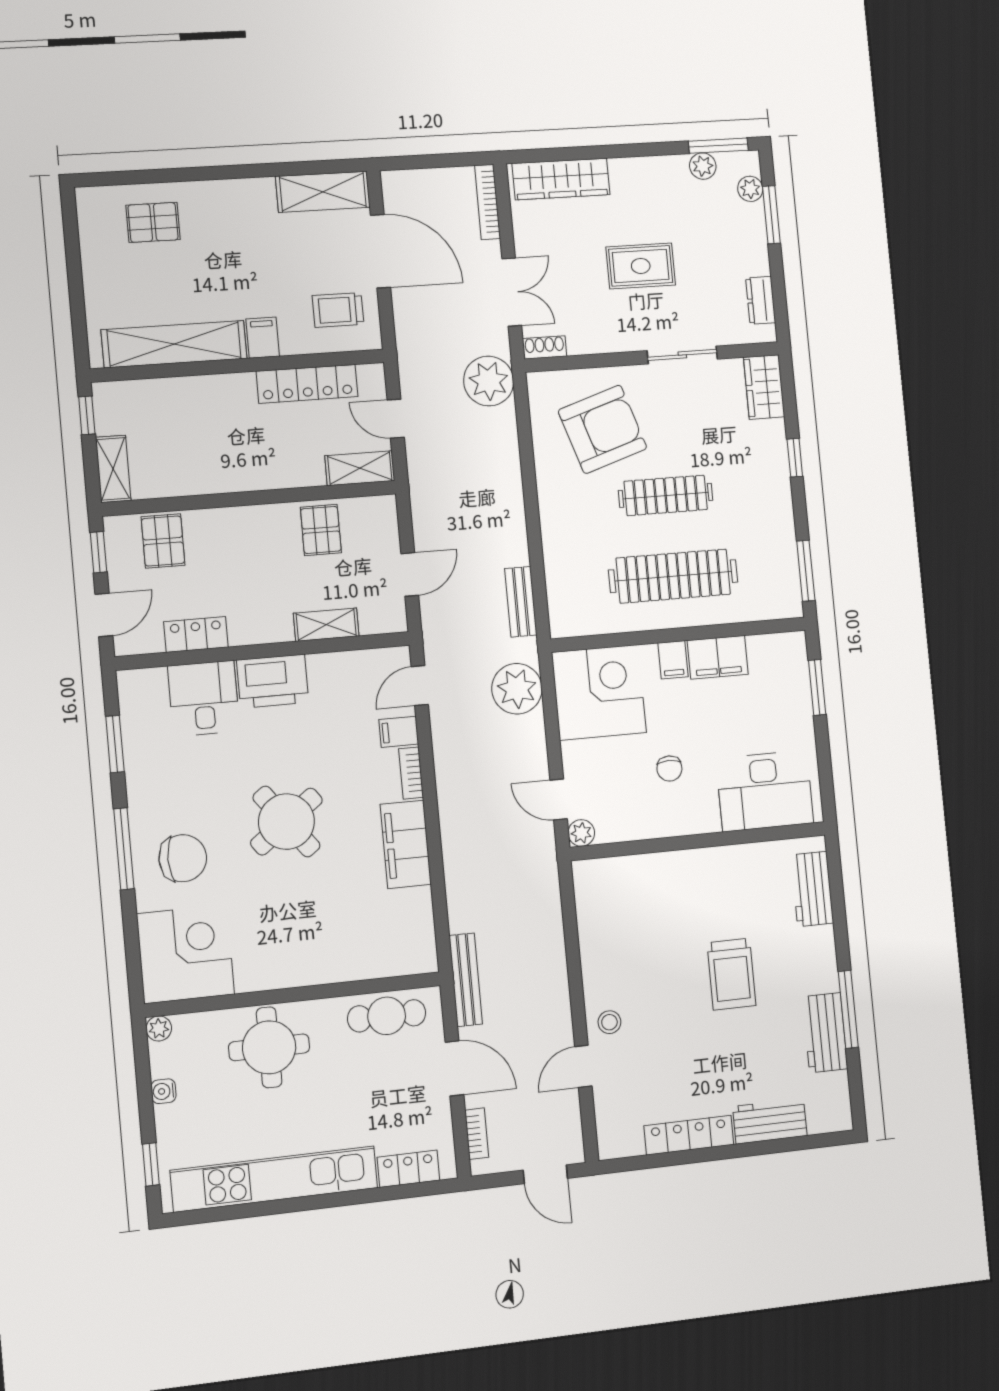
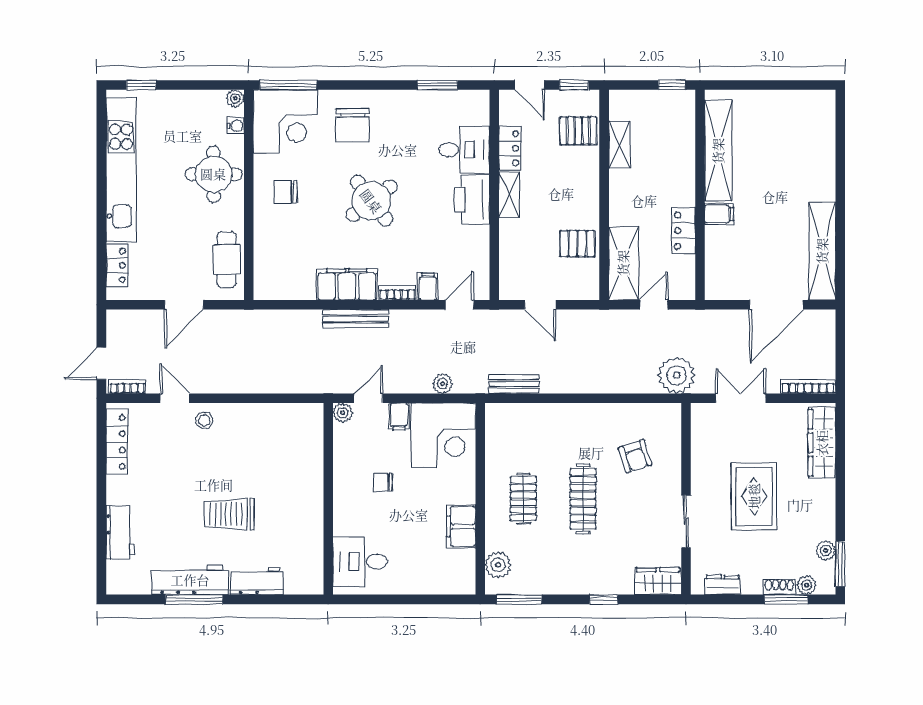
shelving: (323, 192) -> (822, 251), width x1.47
pallet: (153, 222) -> (807, 143), removed
rug: (641, 266) -> (754, 496), width x1.36, depth x1.43
double door: (512, 292) -> (741, 398), swing flipped
trolley: (338, 310) -> (736, 270), removed
shoe rack: (545, 347) -> (779, 587), moved, turned -90
locker: (307, 384) -> (683, 231), width x0.66
armchair: (602, 429) -> (635, 456), width x0.53, depth x0.53
shelving: (360, 468) -> (623, 263), width x1.50, depth x1.33
shelving: (113, 469) -> (619, 145), moved, turned 90
clothes rail: (673, 576) -> (523, 499), width x0.54, depth x0.76
plant: (764, 603) -> (498, 565), added
shelving: (326, 625) -> (509, 195), moved
filing cabinet: (673, 660) -> (399, 416), moved, turned -90
door: (420, 686) -> (460, 305), hinge flipped
window: (817, 687) -> (432, 599), removed
plant: (517, 689) -> (443, 384), width x0.53, depth x0.53
desk: (765, 791) -> (360, 562), width x0.73
window: (124, 849) -> (288, 85), moved
workbench: (812, 889) -> (257, 581), moved
chair: (285, 943) -> (285, 192), added
bench: (466, 980) -> (356, 319), moved
workbench: (825, 1033) -> (190, 580), width x1.37
water cooler: (163, 1091) -> (236, 126), moved, turned 90
bookcase: (477, 1134) -> (127, 386), moved, turned 180
locker: (689, 1135) -> (117, 442), moved

